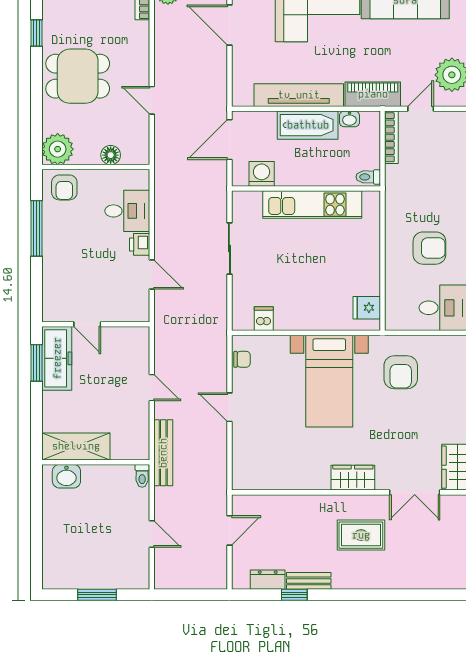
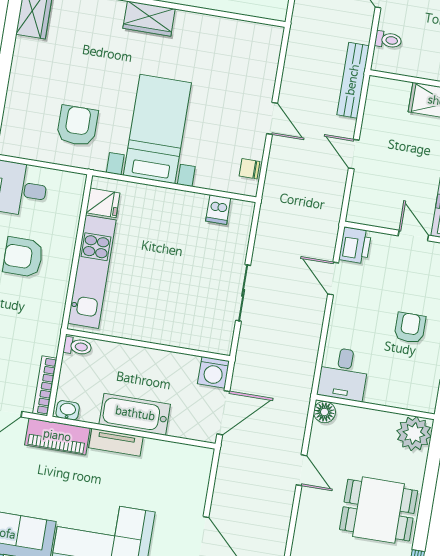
tv unit: (299, 95) -> (116, 442), width x0.52, depth x0.78
washbasin: (349, 119) -> (68, 410), moved
floor lamp: (111, 155) -> (324, 412), moved
washing machine: (262, 174) -> (213, 372), moved
armchair: (64, 187) -> (410, 328), moved
kitchen unit: (312, 205) -> (92, 272), moved, turned 90
desk: (127, 211) -> (343, 374), moved, turned -90
printer: (140, 244) -> (355, 245), moved, width x1.36, depth x1.24
toilet: (142, 476) -> (388, 40), moved, turned 90

